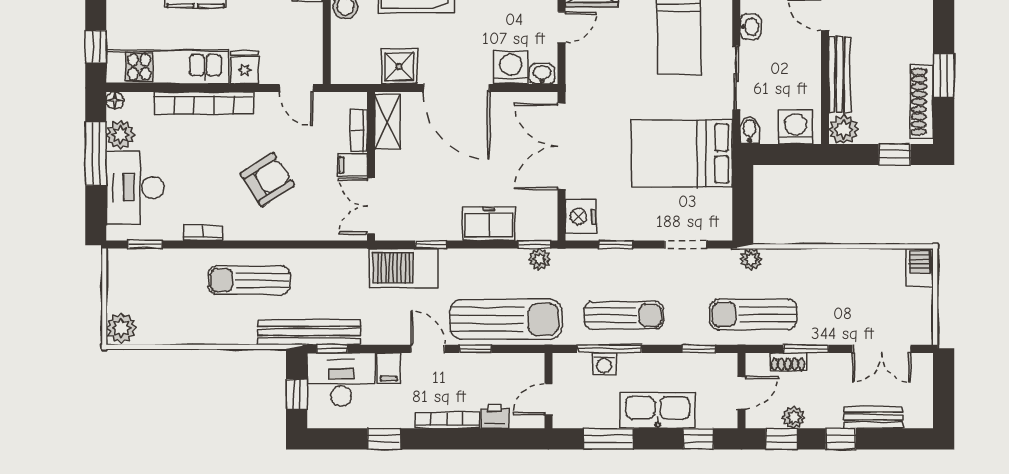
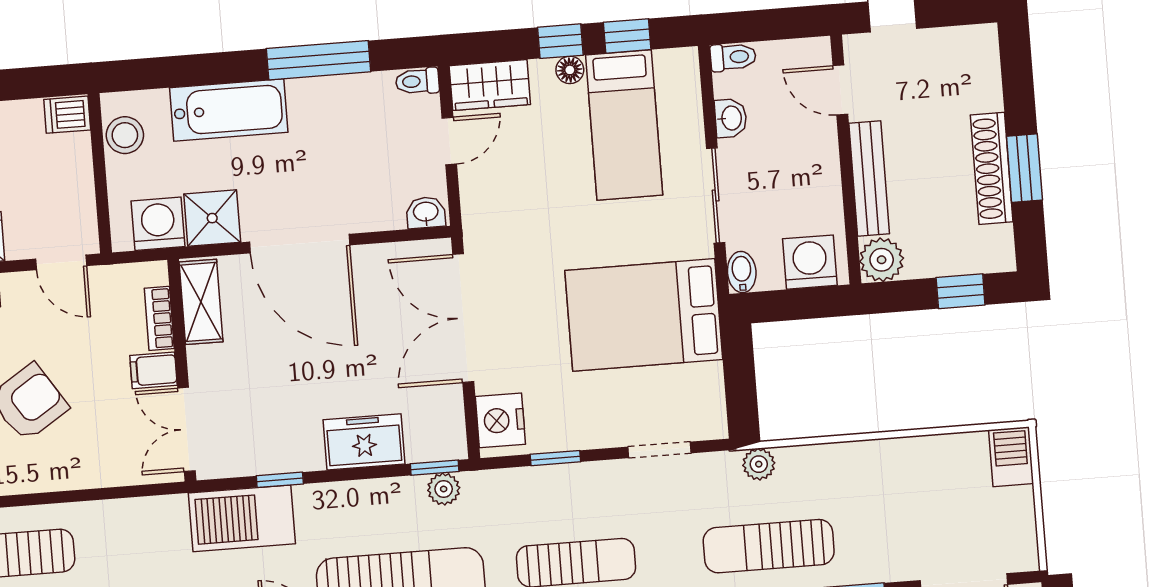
washing machine: (511, 67) -> (158, 224), moved
shoe rack: (922, 102) -> (992, 168), moved

